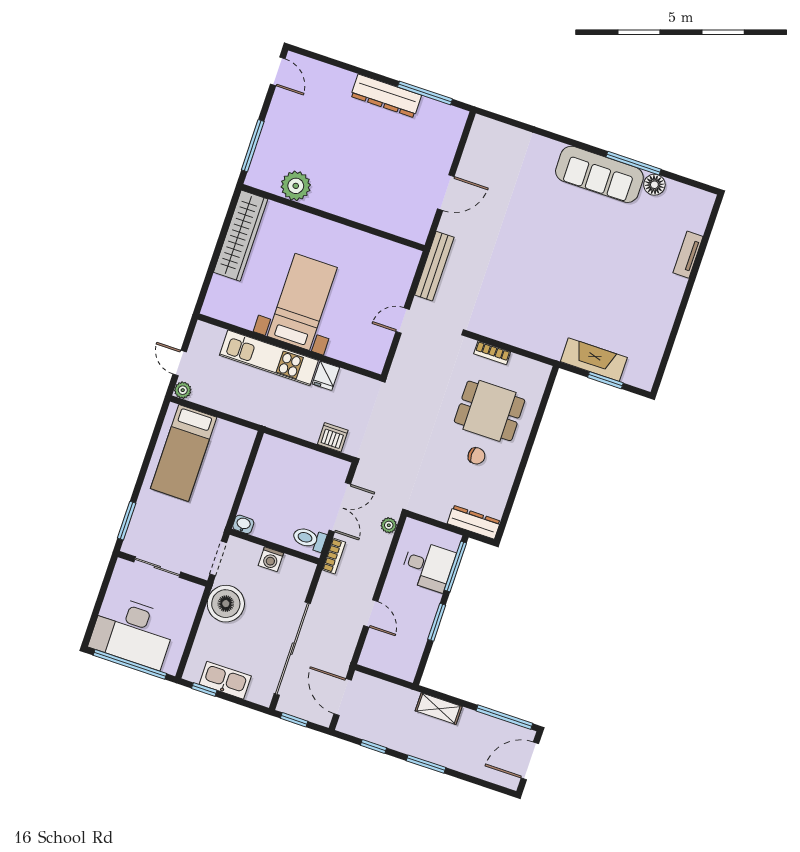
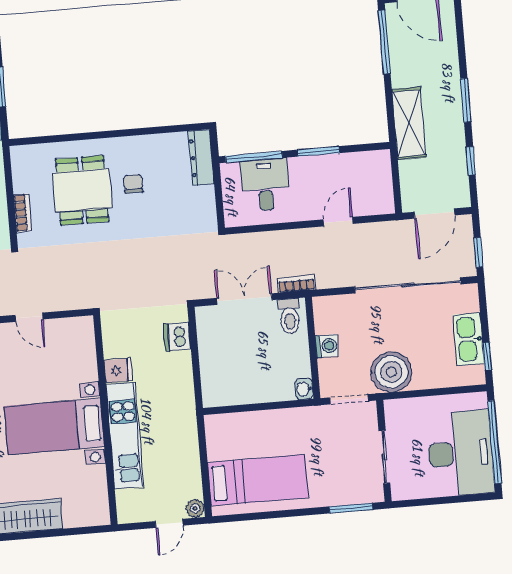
plant: (389, 525) -> (241, 242), removed
shelving: (439, 709) -> (409, 123), width x1.50, depth x1.33

